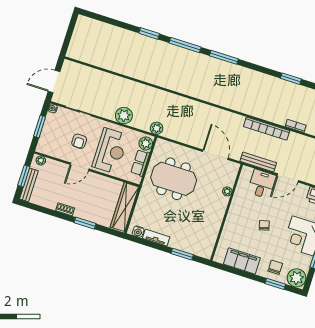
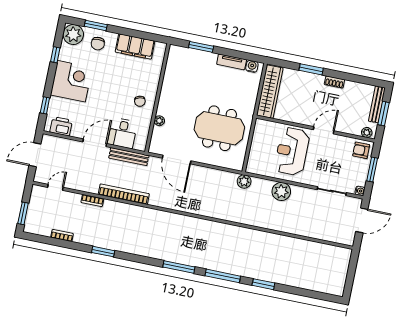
armchair: (79, 141) -> (361, 150), moved, turned -90
plant: (146, 143) -> (254, 164), removed
row of seats: (140, 163) -> (258, 142), removed
chair: (264, 225) -> (140, 101), moved

